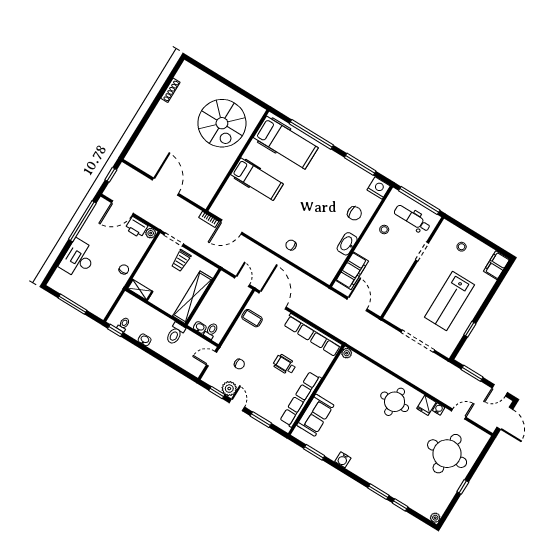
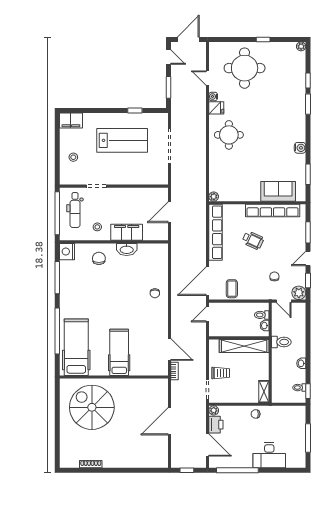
spiral stairs: (222, 123) -> (92, 407), turned -90
filing cabinet: (352, 271) -> (127, 232), moved
wheelchair: (285, 365) -> (253, 240), turned -65
plant: (229, 389) -> (299, 293), moved

